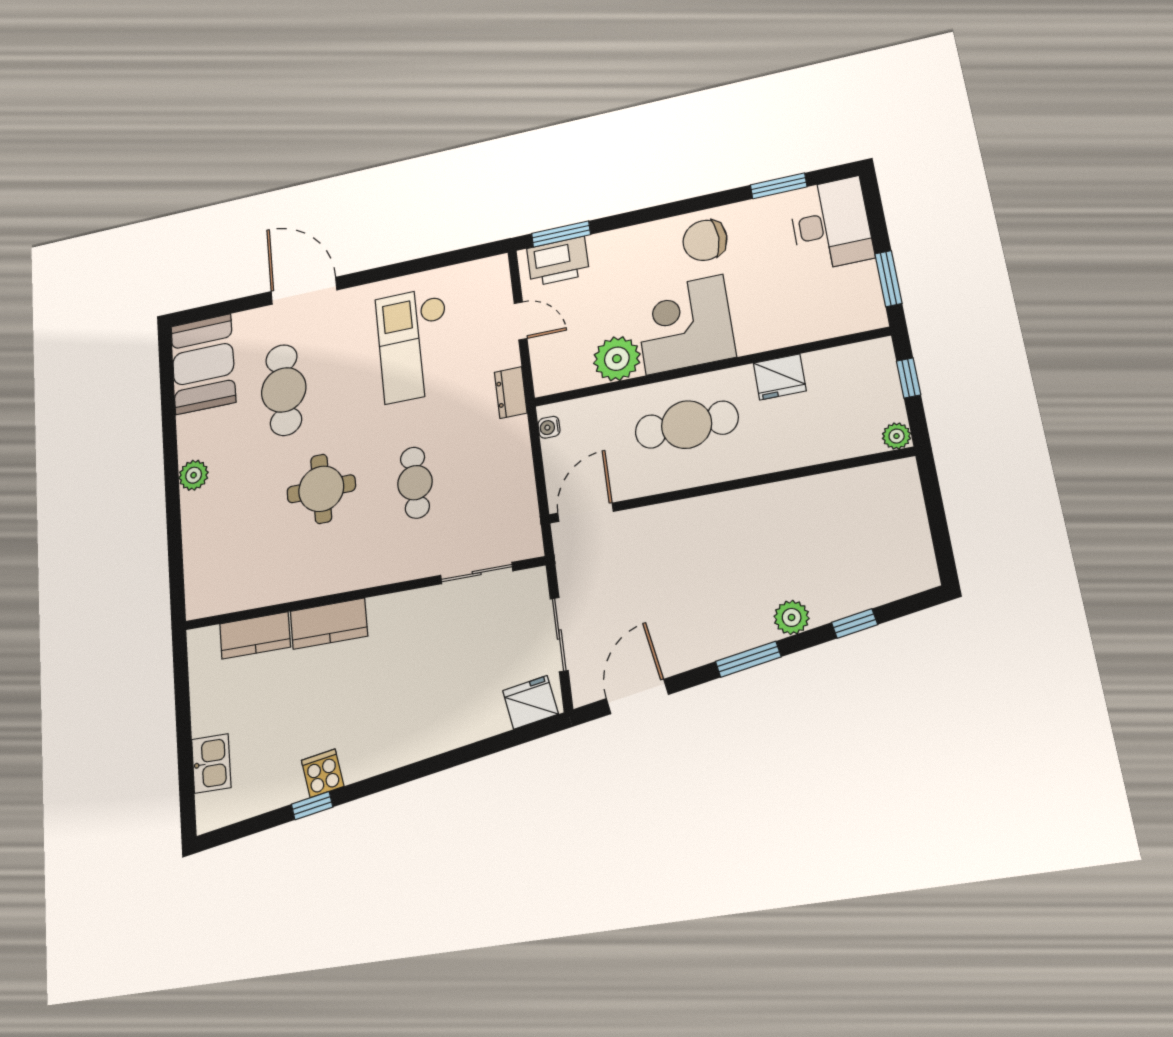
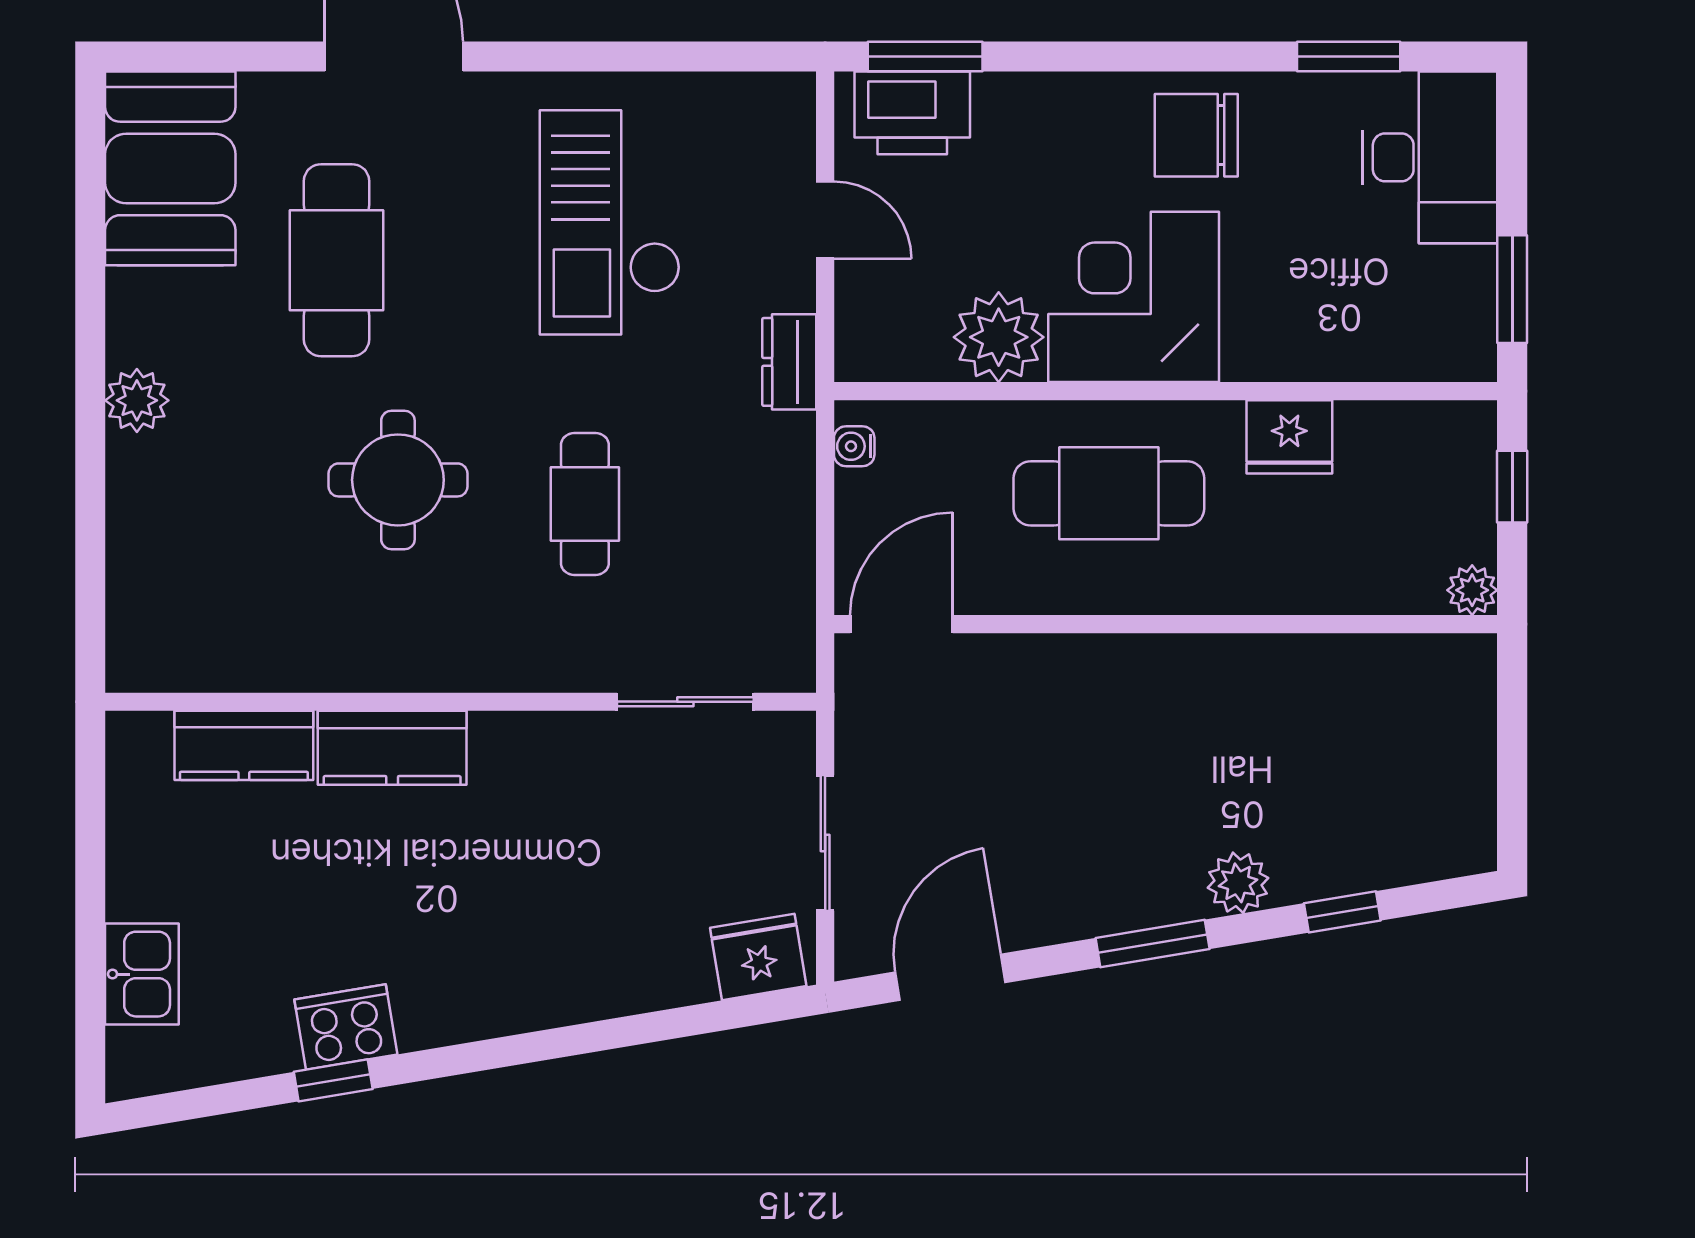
cooker: (323, 773) -> (346, 1027), width x1.36

